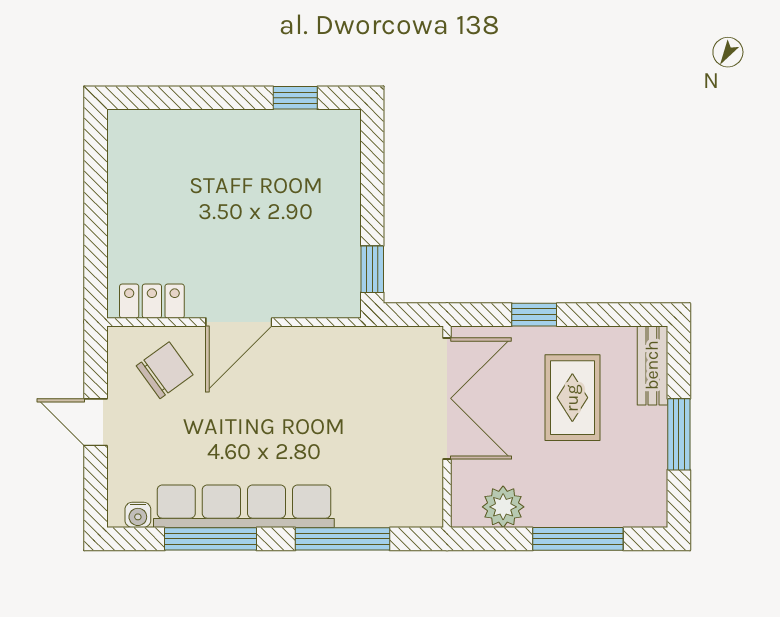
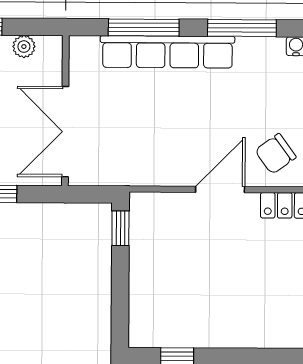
row of seats: (244, 506) -> (167, 52), moved
plant: (503, 507) -> (24, 47), width x0.73, depth x0.73

